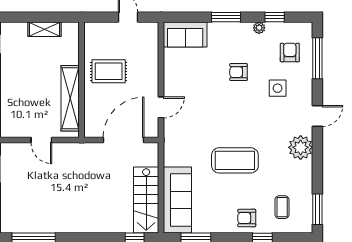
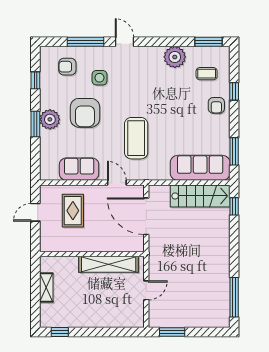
plant: (259, 28) -> (50, 119), moved, width x1.88, depth x1.88
sofa: (185, 34) -> (79, 169), moved, turned -90
window: (317, 58) -> (86, 42), moved
rug: (109, 71) -> (73, 211), moved
armchair: (239, 72) -> (85, 113), width x1.88, depth x1.88
plant: (301, 147) -> (175, 57), moved
coffee table: (235, 160) -> (136, 138), moved

